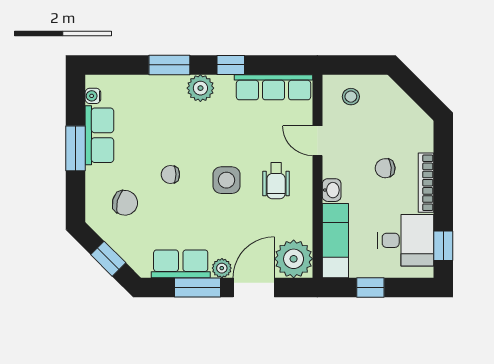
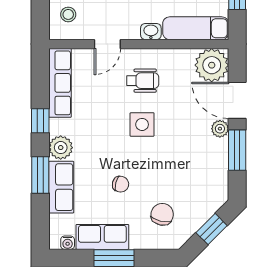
chair: (170, 174) -> (121, 184), moved, turned -76
row of seats: (181, 264) -> (61, 187), moved, turned 180

